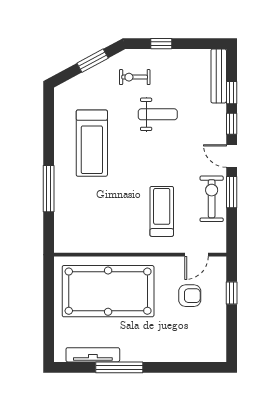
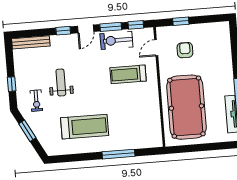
window: (232, 93) -> (136, 25), moved
door: (197, 255) -> (156, 48), swing flipped

